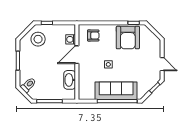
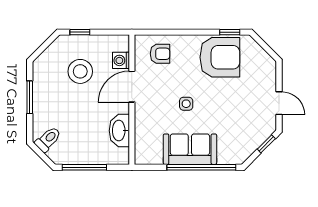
armchair: (128, 38) -> (220, 57), turned -90
stool: (38, 39) -> (80, 71), moved
sofa: (116, 91) -> (190, 149), width x0.73

